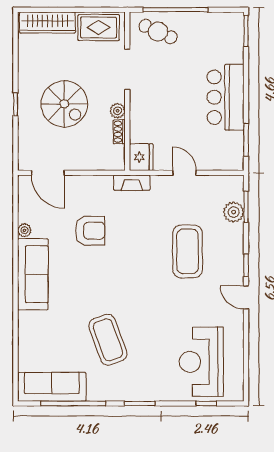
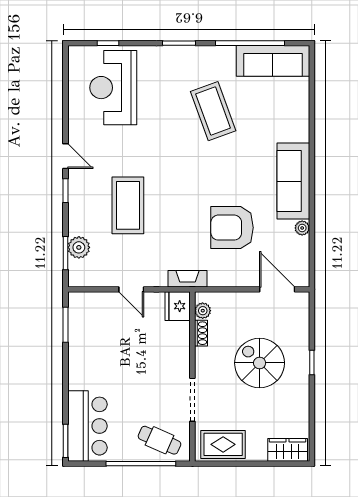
wardrobe: (47, 23) -> (288, 450), width x0.67
bar counter: (226, 97) -> (87, 426), moved
plant: (118, 111) -> (203, 311), moved
armchair: (90, 231) -> (232, 228), width x1.36, depth x1.36
reception desk: (201, 362) -> (113, 88), turned 180

